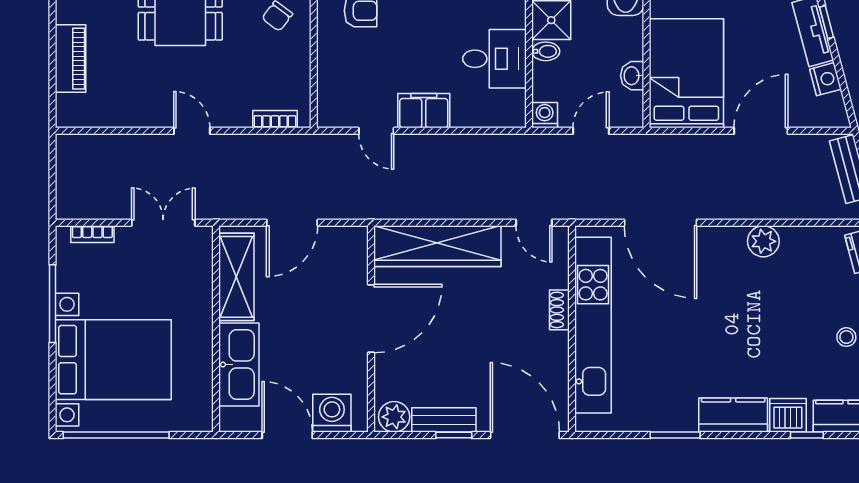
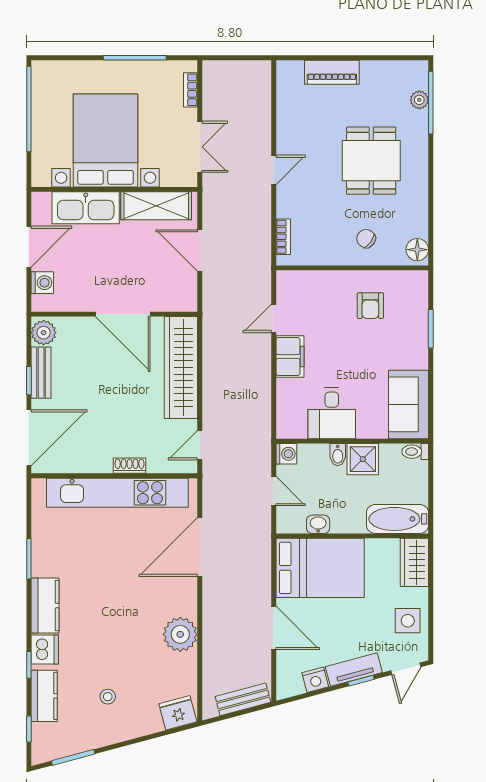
plant: (763, 241) -> (180, 634), width x1.36, depth x1.36
bed with nightstands: (113, 360) -> (106, 140), moved, turned 180
washing machine: (332, 413) -> (42, 283), width x0.73, depth x0.73

